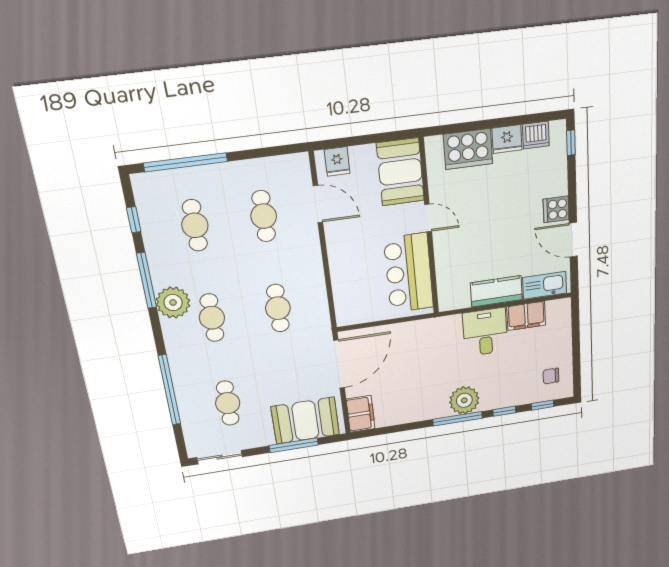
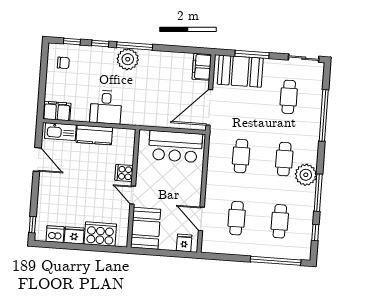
cooker: (556, 209) -> (124, 173), moved, turned 180
bar counter: (409, 273) -> (175, 146), moved, turned 90
filing cabinet: (526, 316) -> (57, 111), moved

